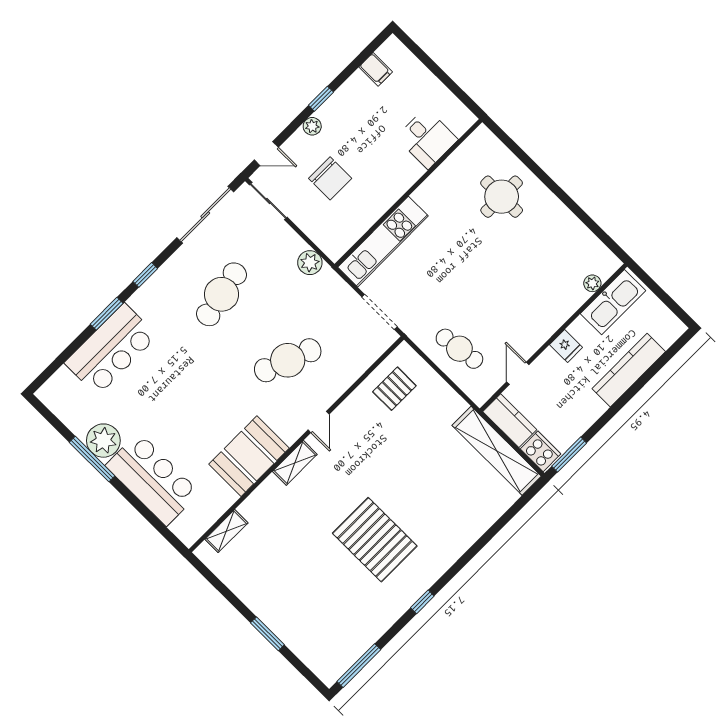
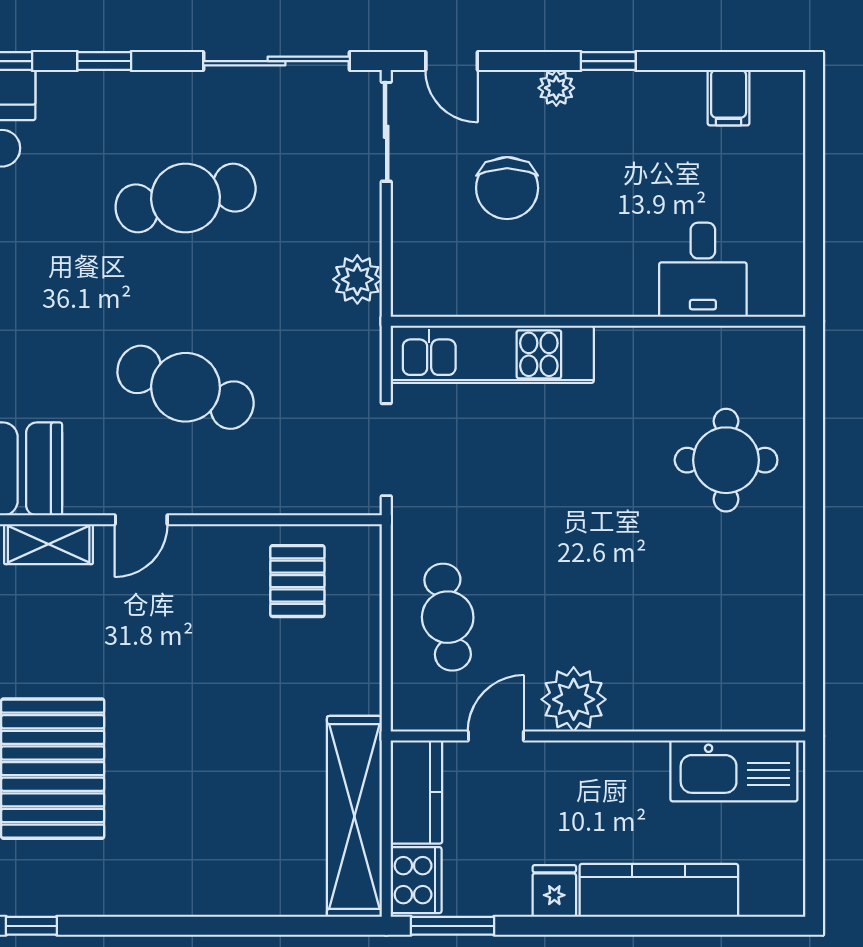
plant: (592, 283) -> (574, 699), moved, width x1.88, depth x1.88
fridge: (566, 346) -> (554, 891), moved, turned 180
pallet: (394, 389) -> (297, 581), turned 90

